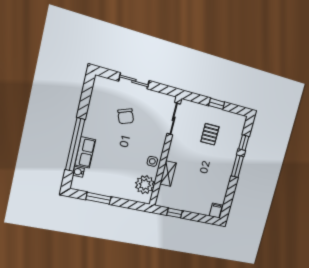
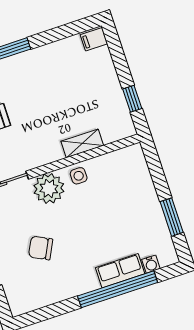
chair: (126, 116) -> (41, 248), turned -133
plant: (145, 185) -> (49, 188), moved

